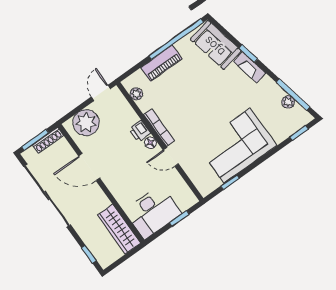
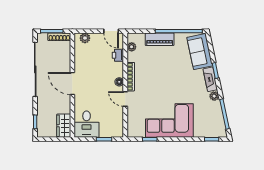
door: (101, 93) -> (111, 31), swing flipped
plant: (288, 102) -> (214, 96), moved
plant: (86, 123) -> (85, 38), width x0.53, depth x0.53
printer: (140, 131) -> (118, 55), moved
door: (89, 167) -> (72, 84), moved
desk: (153, 212) -> (87, 124), width x0.73
wardrobe: (119, 229) -> (64, 126), width x0.67

